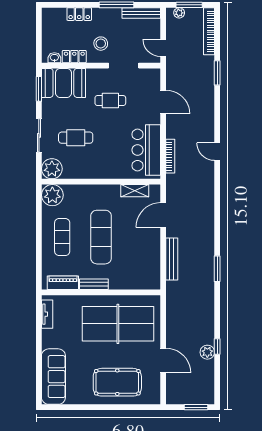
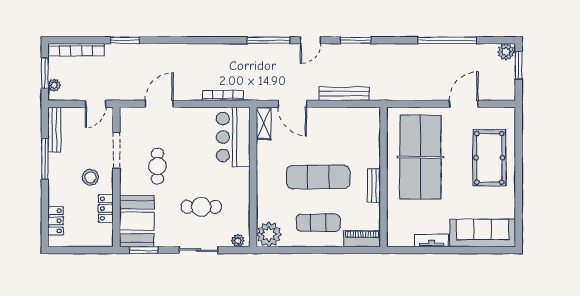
locker: (79, 14) -> (56, 221), moved
washbasin: (54, 58) -> (107, 232), removed
cafe table: (76, 138) -> (201, 207), turned 90
bar counter: (146, 150) -> (233, 137), moved, turned 90
door: (217, 152) -> (310, 40), moved
plant: (52, 169) -> (238, 241), width x0.53, depth x0.53
shelving: (135, 191) -> (264, 123), moved
window: (217, 195) -> (268, 40), added
piano: (63, 283) -> (362, 239), moved, turned 90
tv unit: (47, 314) -> (432, 240), moved
window: (217, 347) -> (447, 40), width x3.17
plant: (207, 352) -> (506, 52), moved

